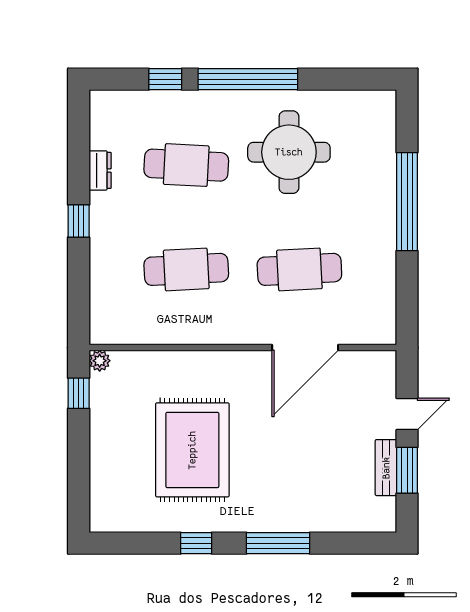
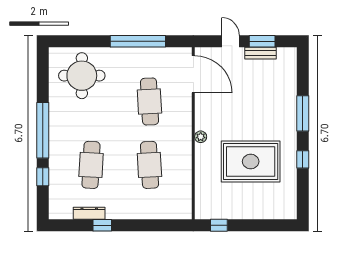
round table: (289, 152) -> (82, 76), moved
dresser: (100, 170) -> (89, 213), width x1.44
window: (407, 202) -> (138, 41), moved
window: (79, 221) -> (102, 225), moved
door: (305, 348) -> (193, 74), moved
plant: (100, 361) -> (201, 137), moved

